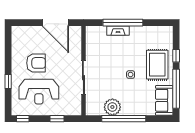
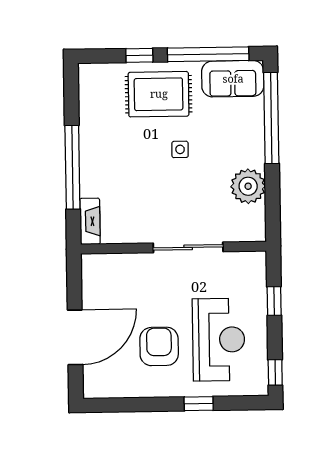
door: (55, 23) -> (75, 337), moved
fireplace: (118, 31) -> (90, 221), moved
window: (124, 119) -> (271, 118), moved

